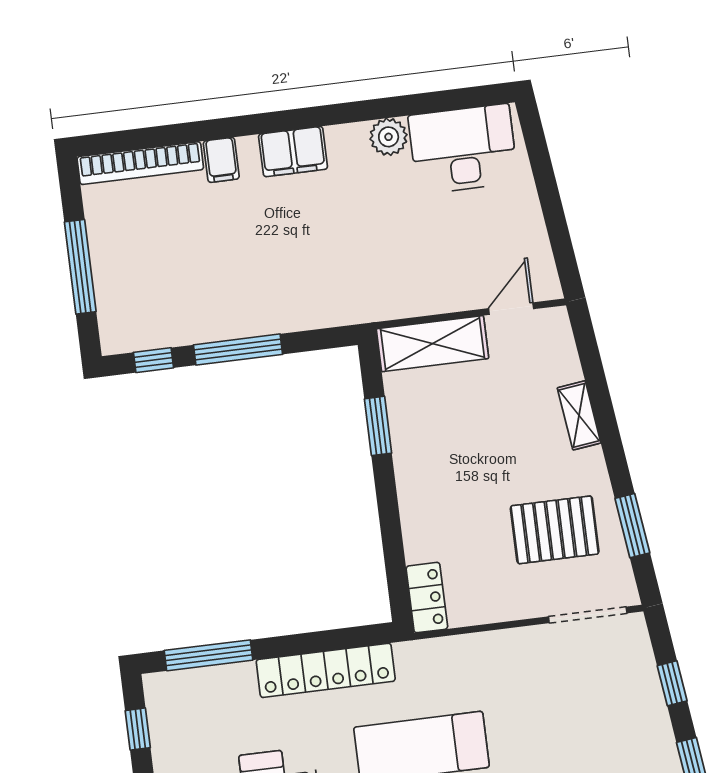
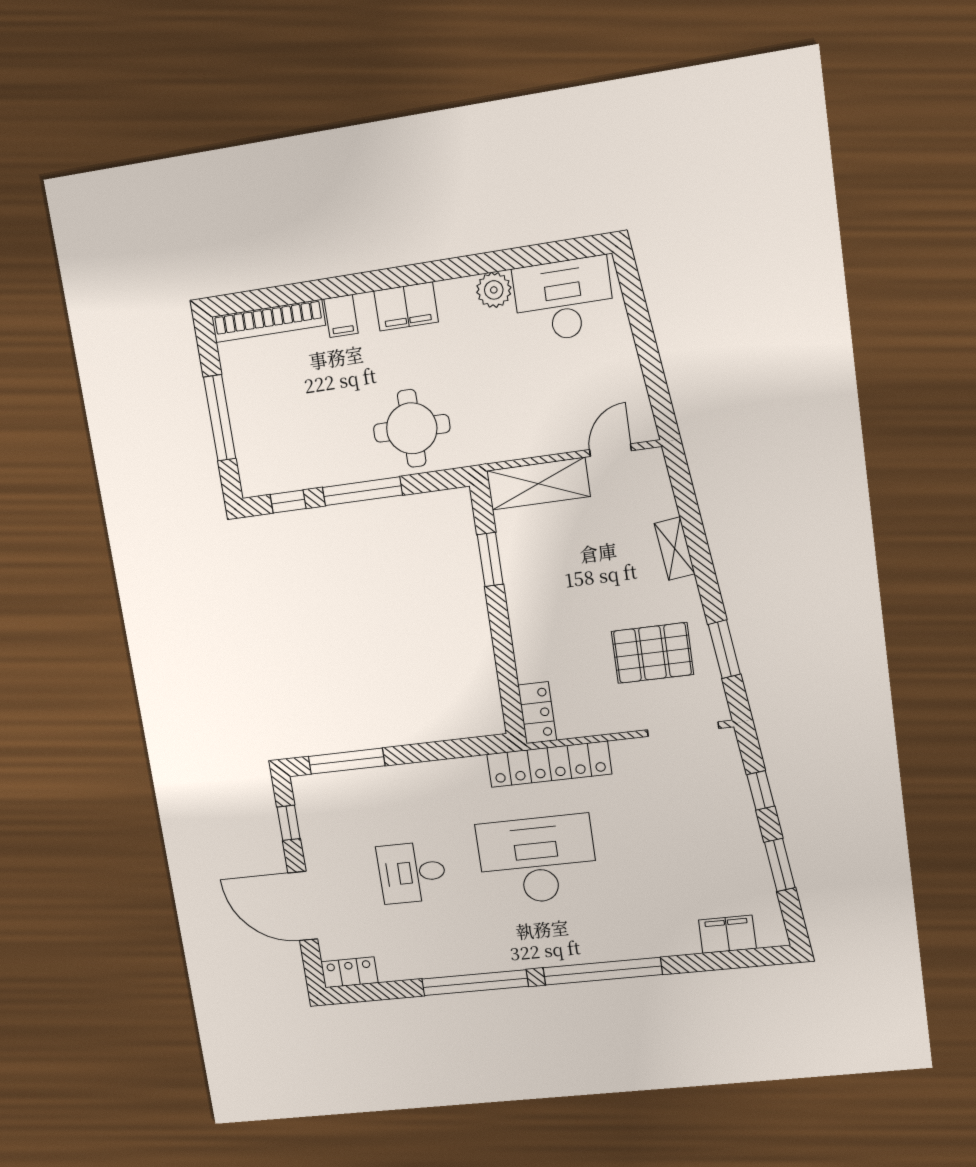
round table: (295, 282) -> (412, 428), added
locker: (326, 670) -> (549, 764), moved

